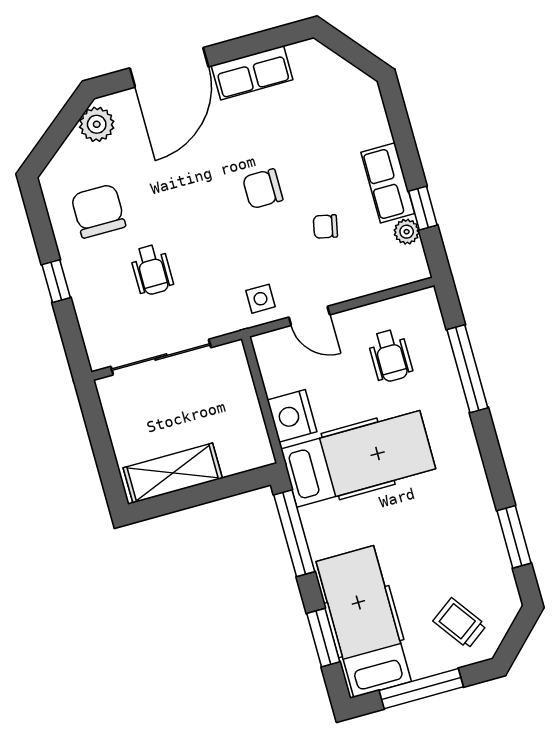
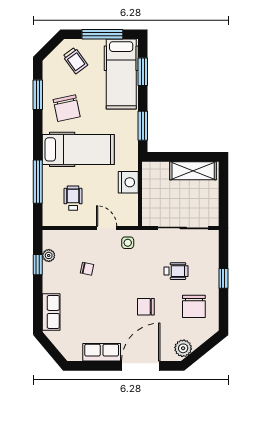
row of seats: (388, 183) -> (51, 312), moved
chair: (263, 189) -> (146, 307), moved, turned 180
wheelchair: (152, 270) -> (176, 271), turned 90
hospital bed: (358, 459) -> (78, 149), moved, turned 180
chair: (451, 527) -> (67, 108), added
window: (294, 533) -> (143, 126), width x0.69

